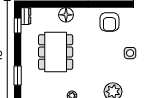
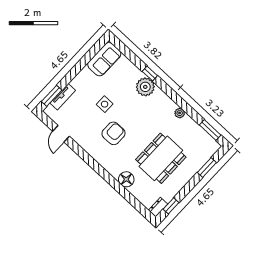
armchair: (109, 22) -> (113, 133), moved

